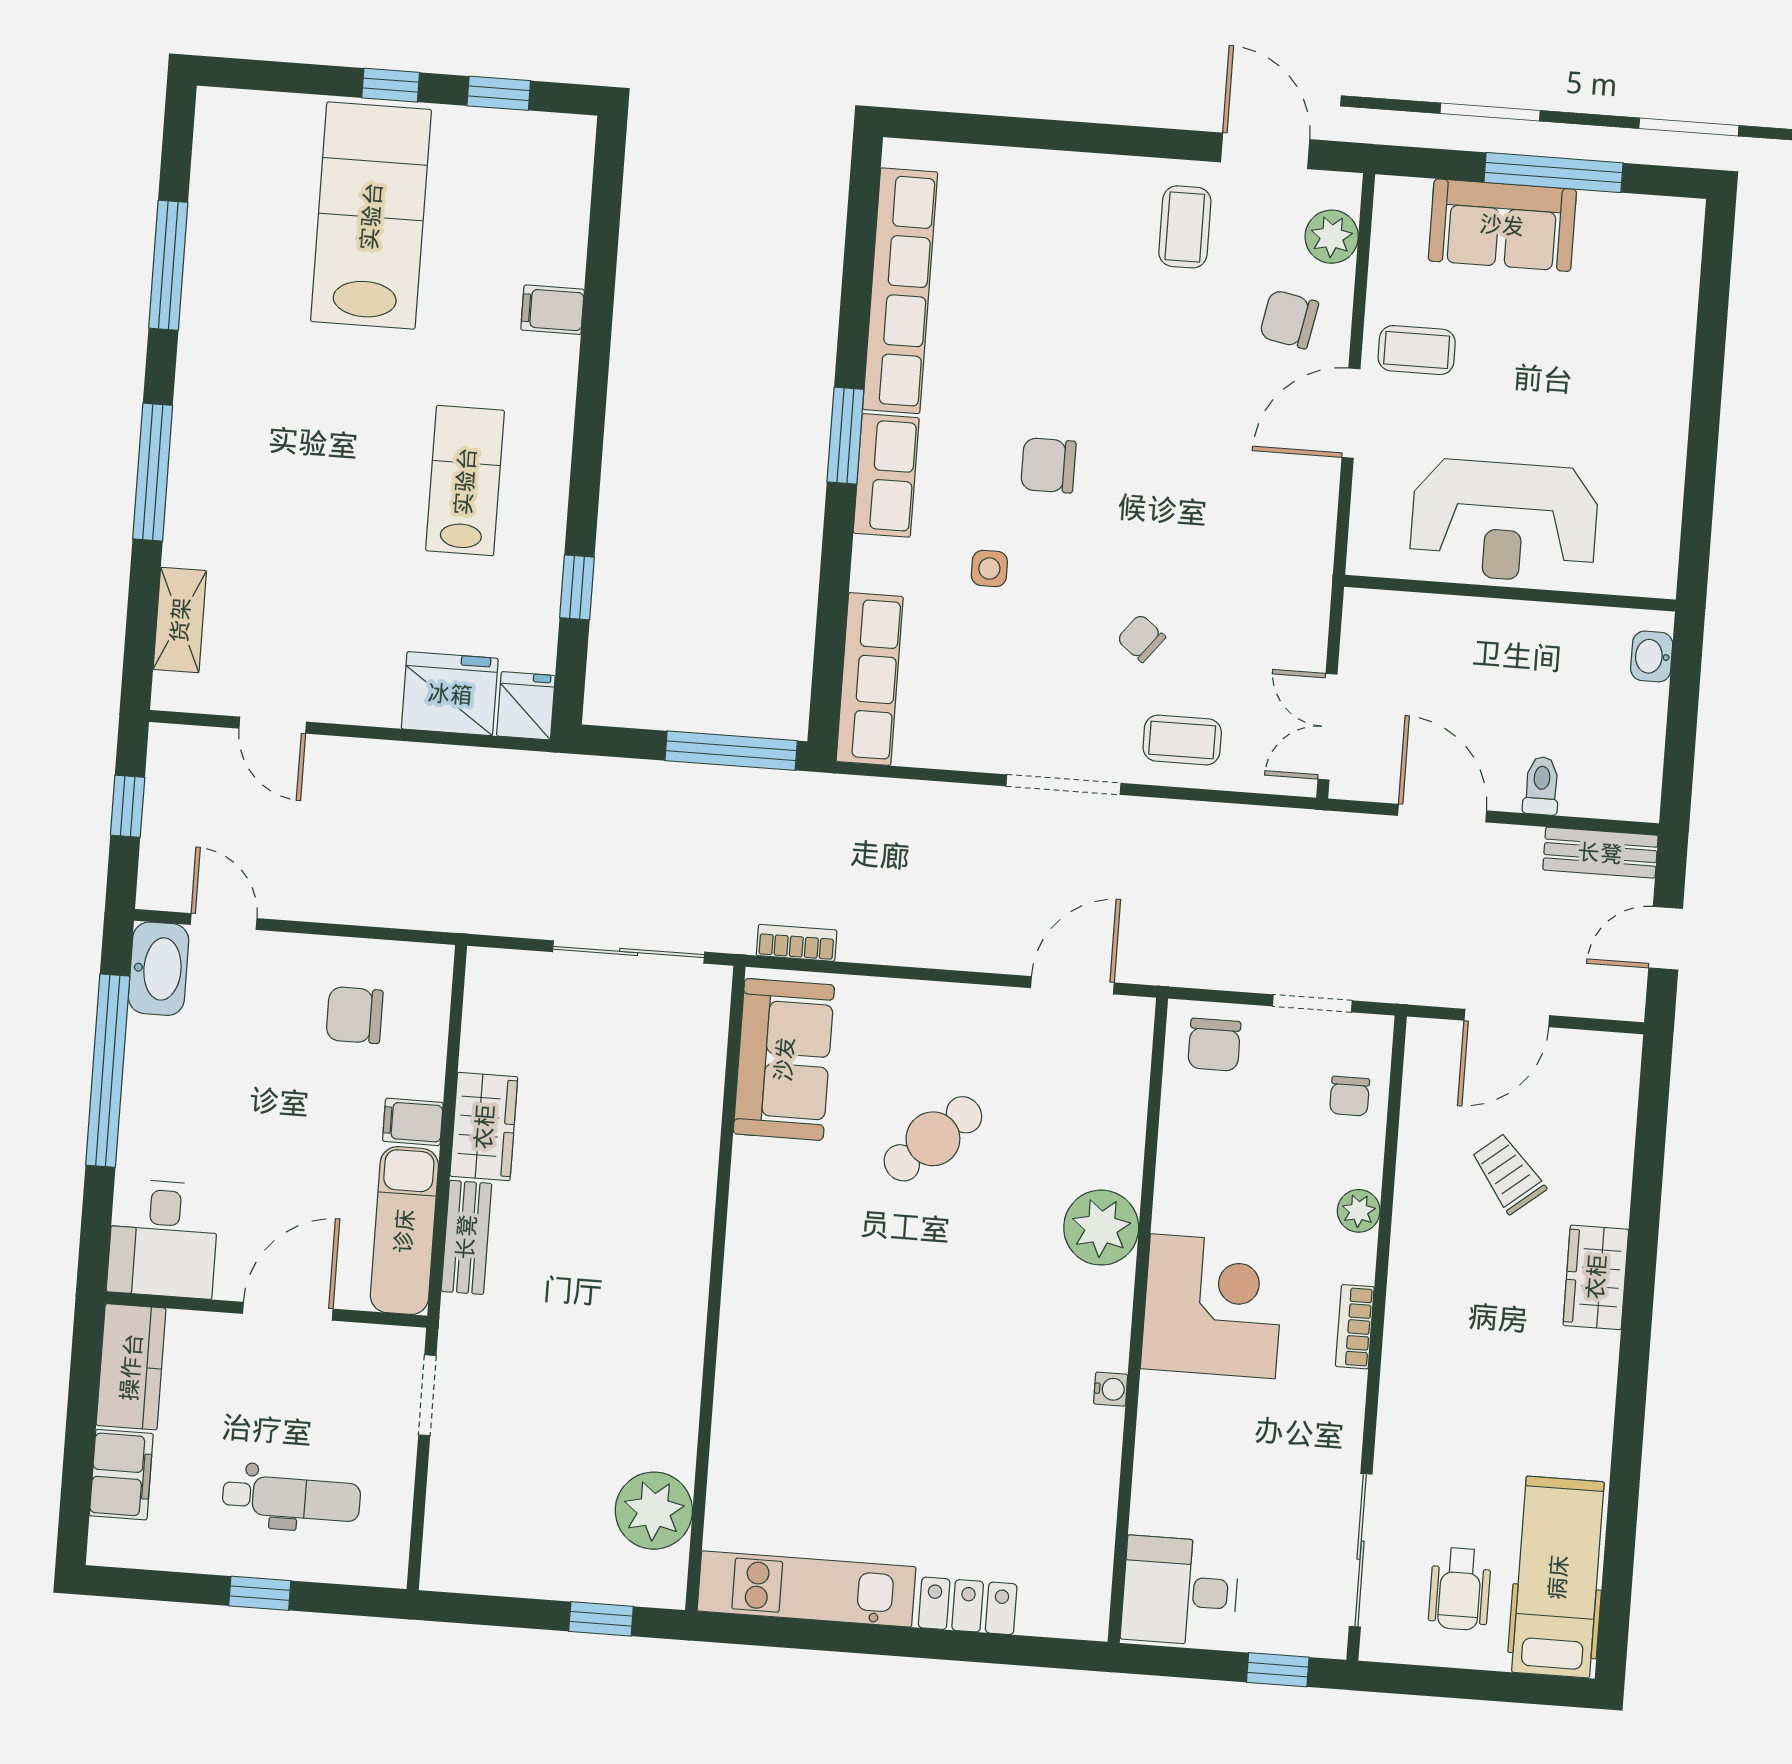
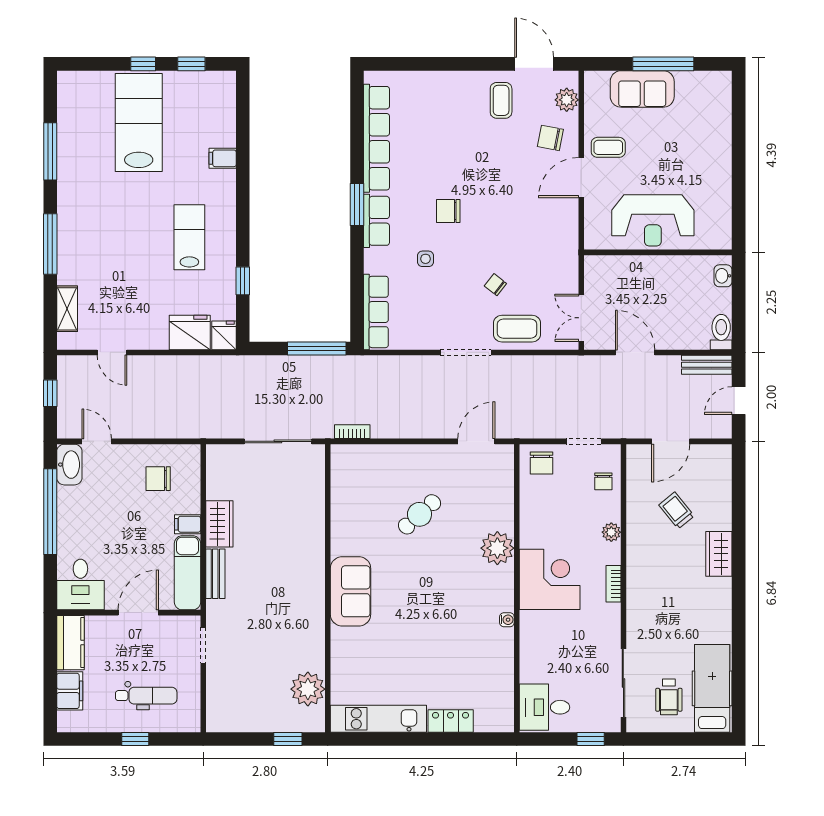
coffee table: (1182, 740) -> (517, 329), width x1.36, depth x1.30
toilet: (1541, 786) -> (721, 332), moved, width x1.37, depth x1.39
sofa: (784, 1059) -> (351, 591), moved

